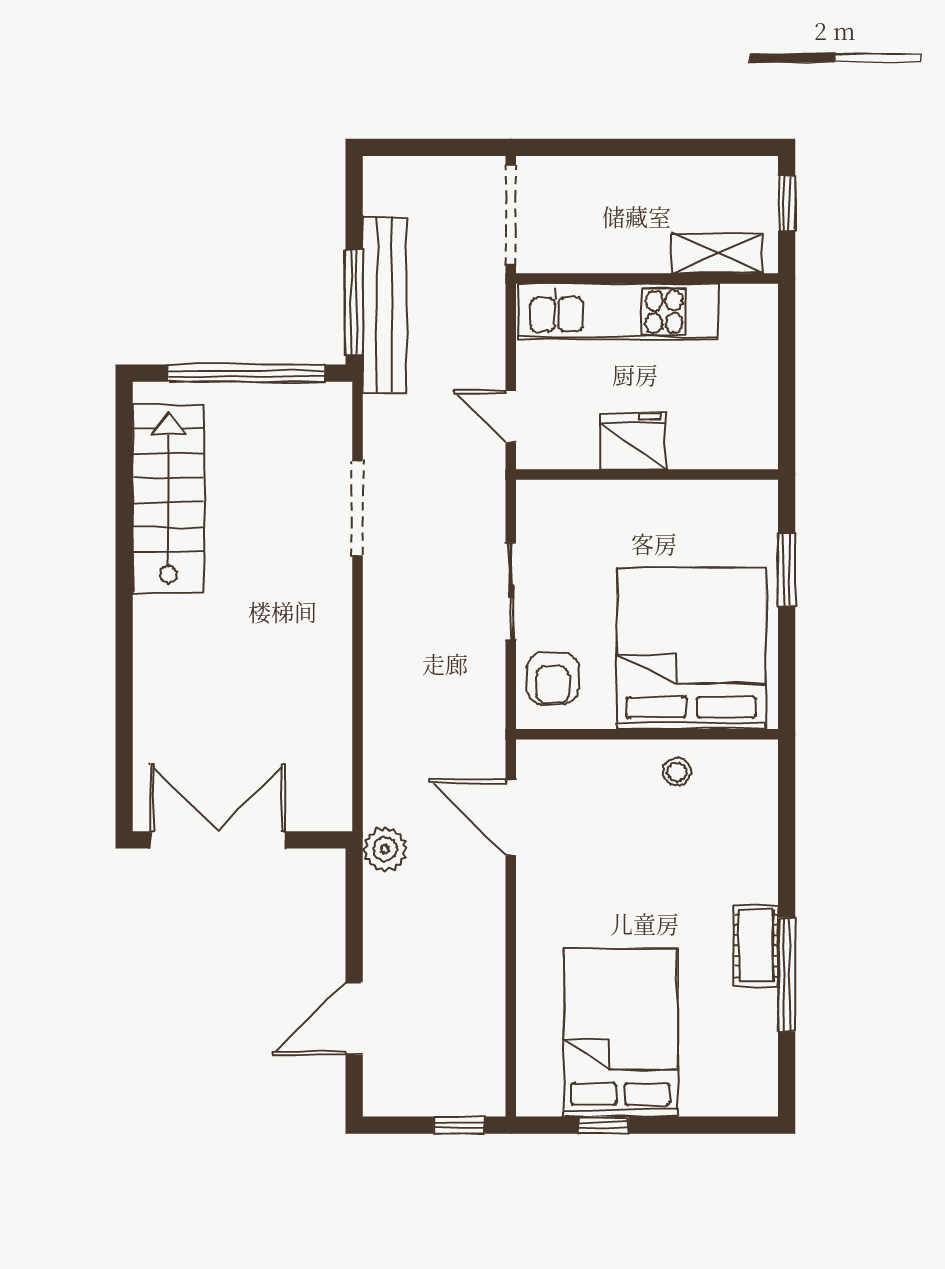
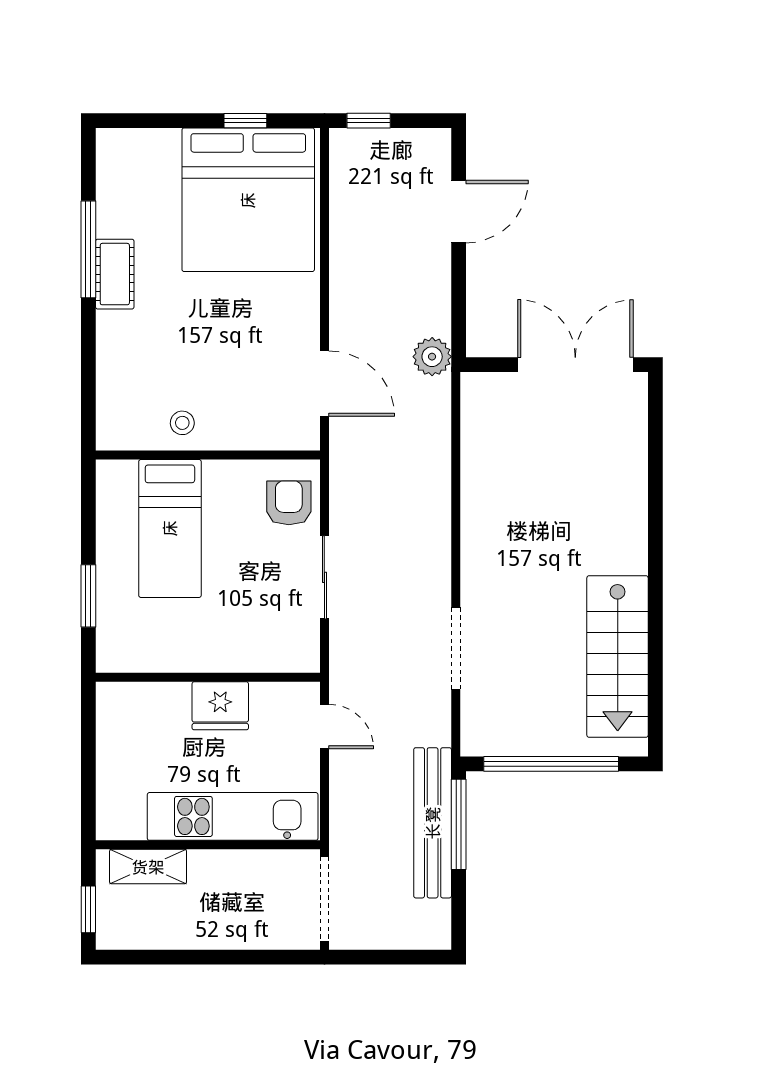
bed: (691, 648) -> (170, 528), width x0.49
double door: (218, 840) -> (575, 365), swing flipped
bed: (621, 1033) -> (248, 200), width x1.36

